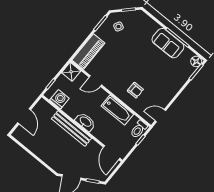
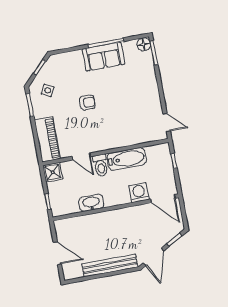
door: (95, 81) -> (81, 157), hinge flipped
armchair: (135, 90) -> (87, 102), moved
washing machine: (59, 99) -> (139, 193), moved
door: (160, 116) -> (167, 122), swing flipped
washbasin: (85, 122) -> (91, 203), moved
bench: (71, 128) -> (110, 265), moved
toilet: (139, 129) -> (101, 165), moved

